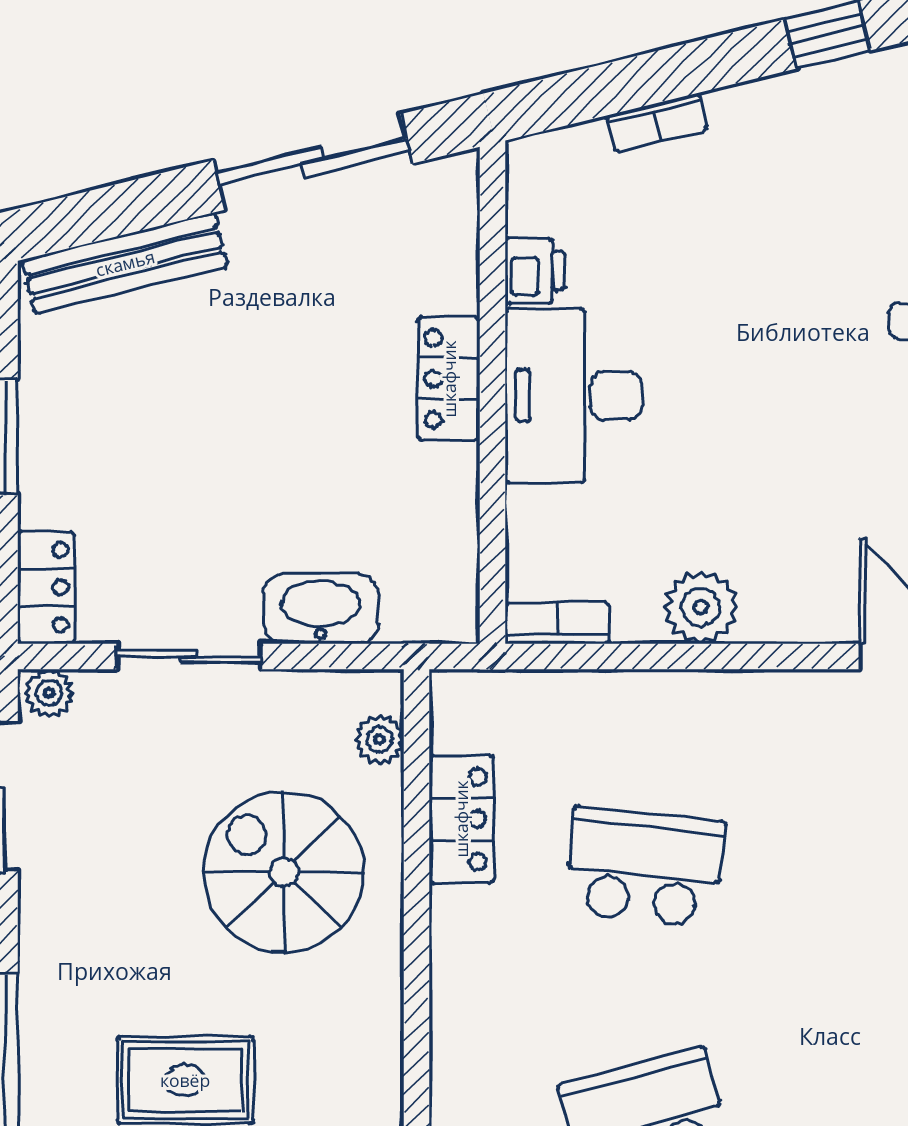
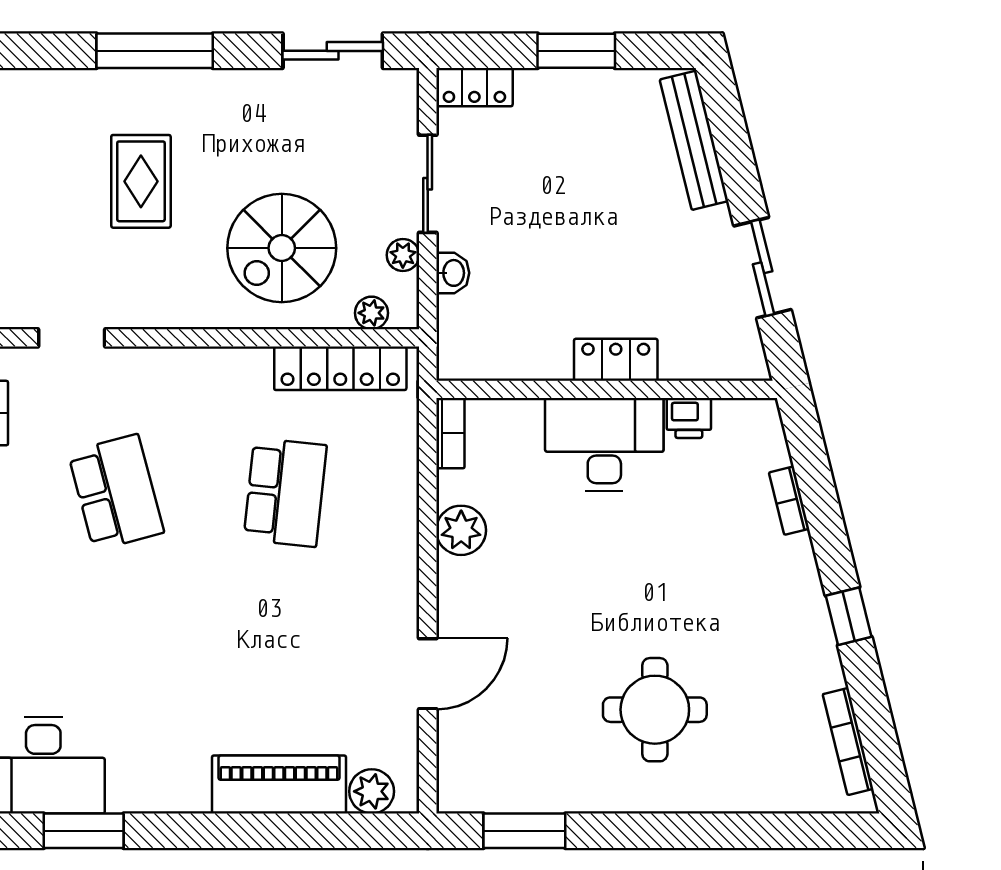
sliding door: (313, 162) -> (763, 268), width x0.73
washbasin: (321, 609) -> (453, 273), width x0.52, depth x0.69
plant: (49, 693) -> (403, 255), moved
locker: (461, 819) -> (340, 368), width x1.53
spiral stairs: (284, 872) -> (282, 248), turned 180

